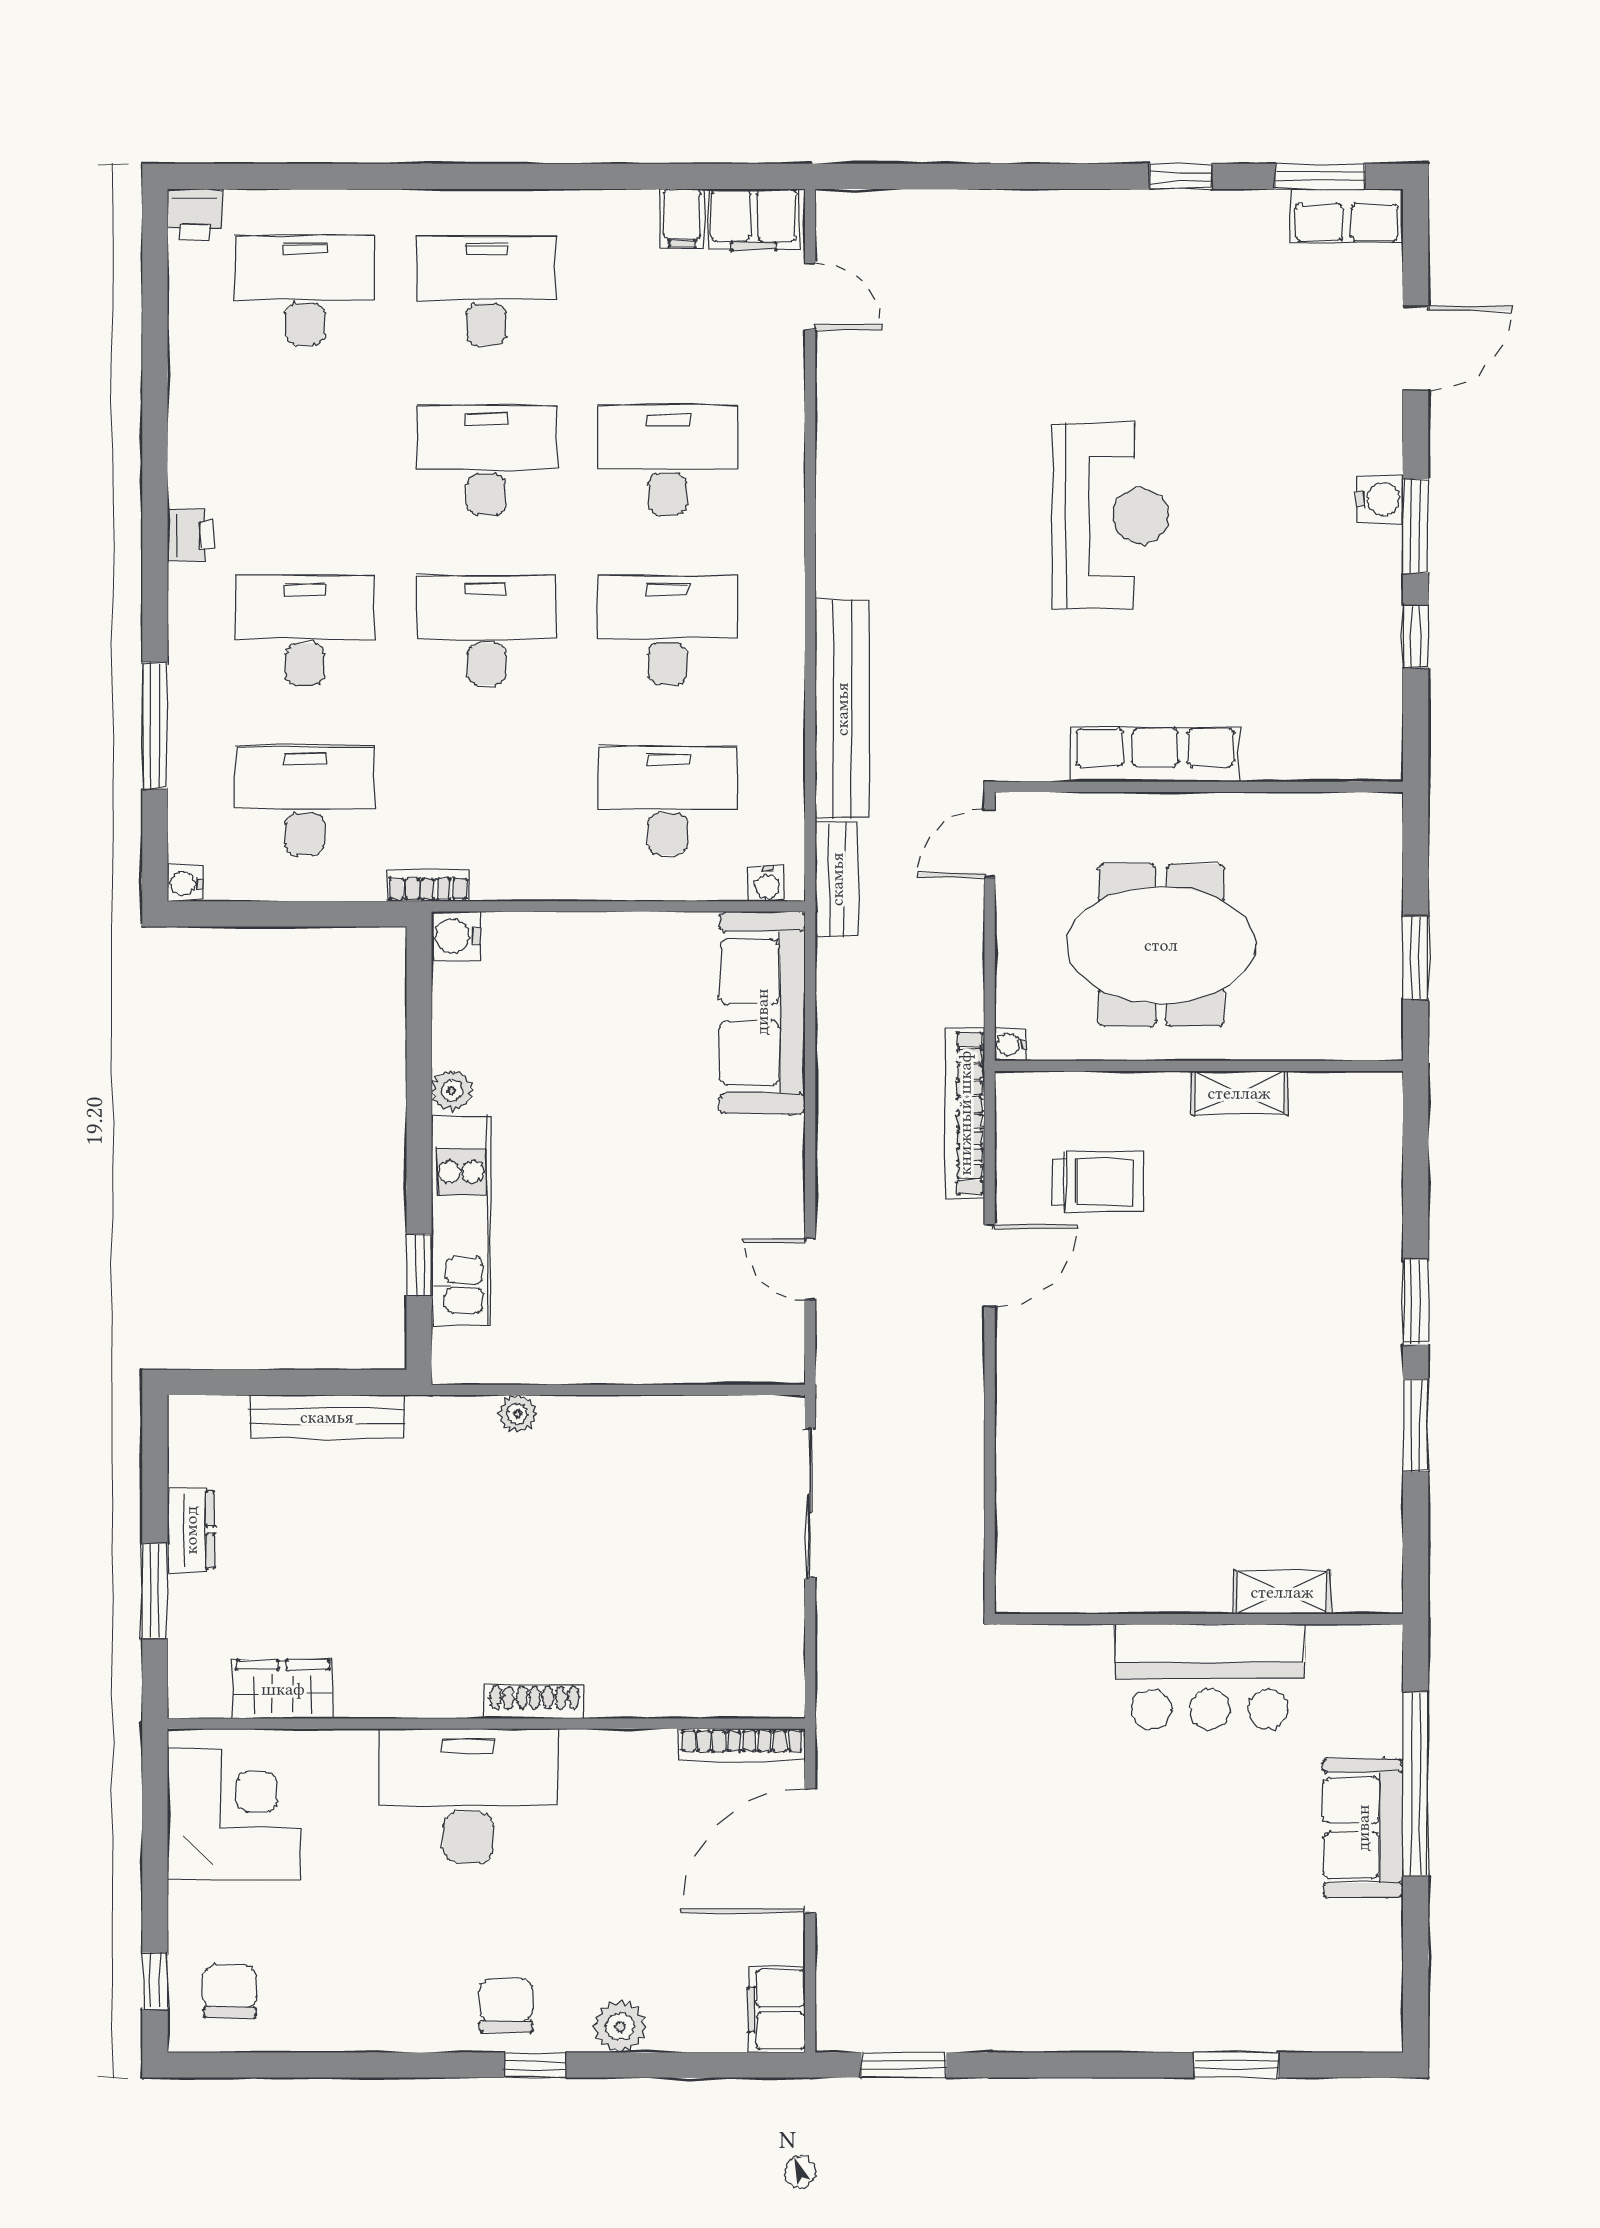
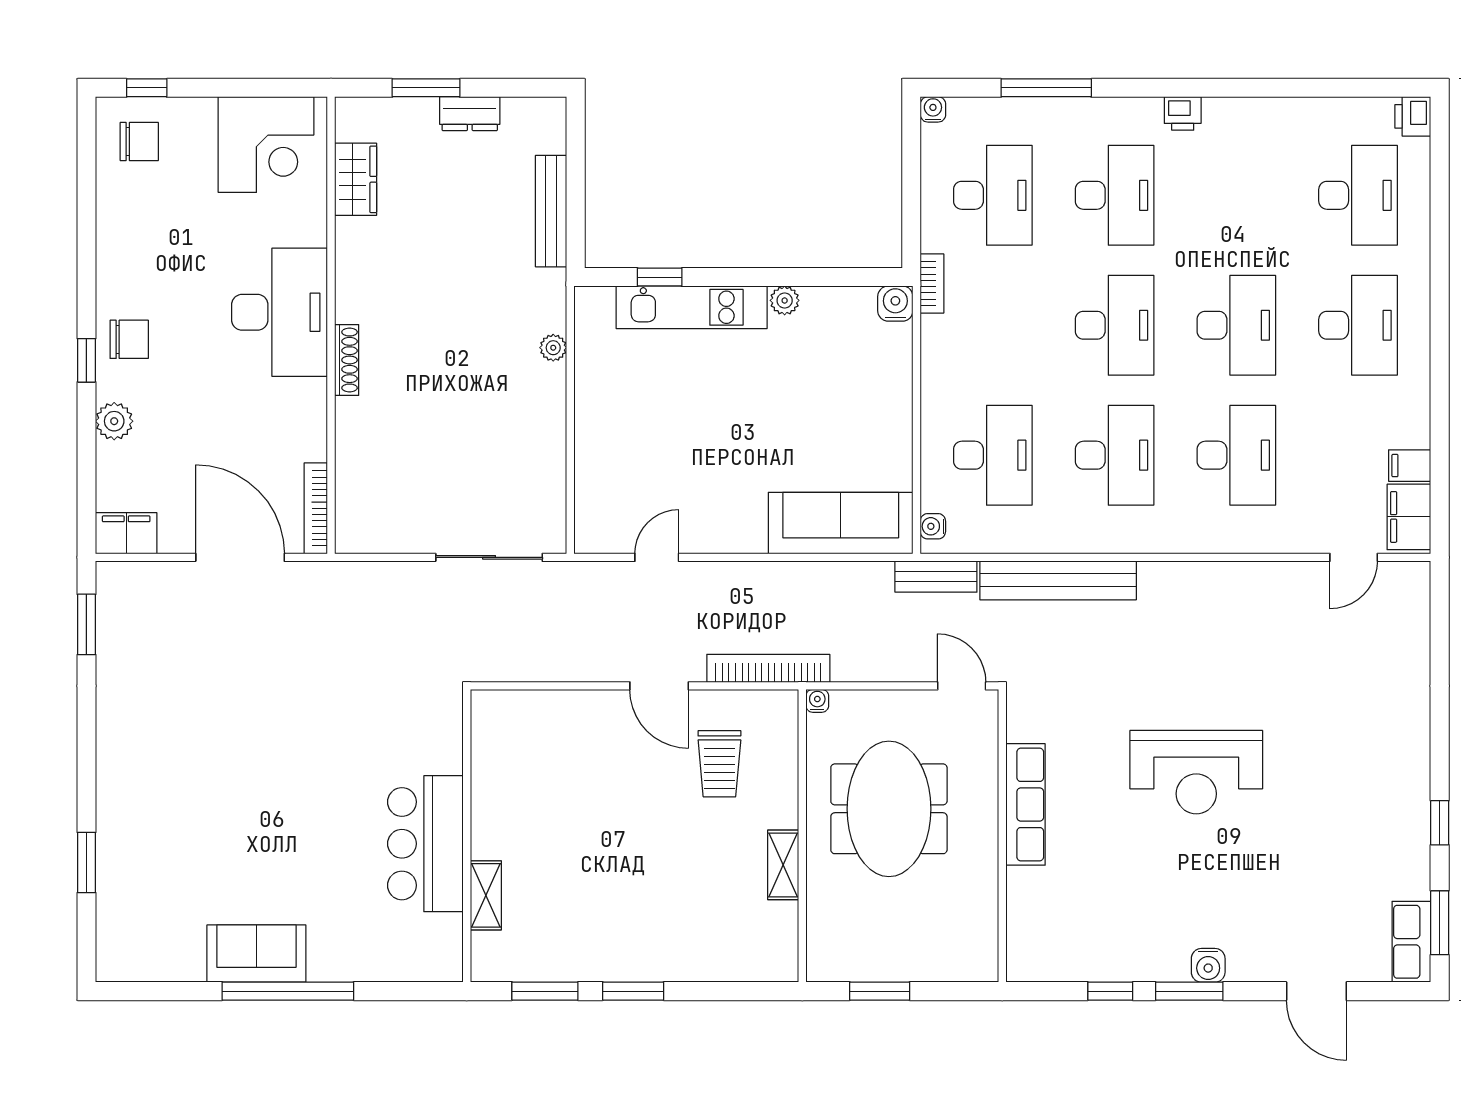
shelving: (1282, 1592) -> (486, 895), moved
wall: (1199, 1619) -> (467, 836), moved
bar counter: (1210, 1677) -> (425, 844), moved

